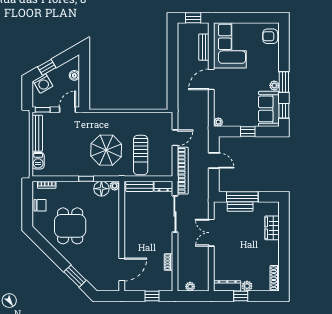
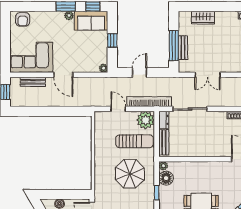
plant: (163, 167) -> (146, 120), added

